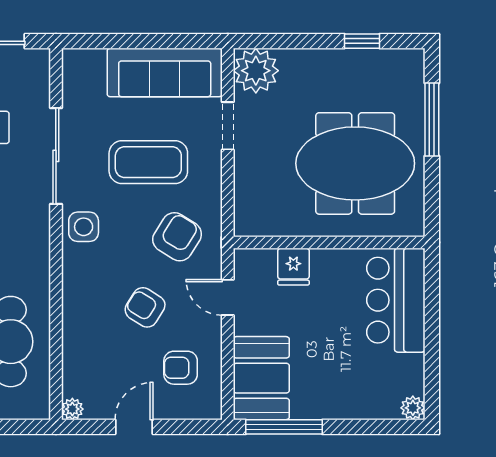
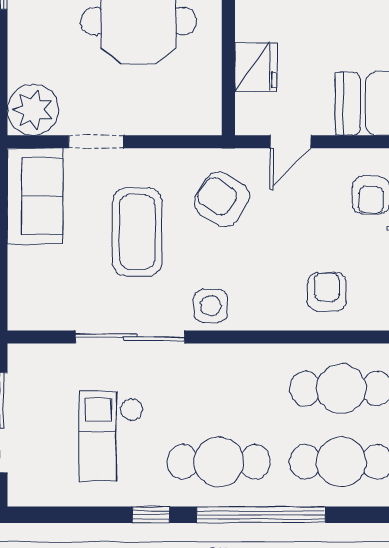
sofa: (165, 72) -> (35, 196), width x0.73
fridge: (293, 267) -> (256, 67), width x1.38
armchair: (145, 307) -> (327, 292), moved, turned 148

